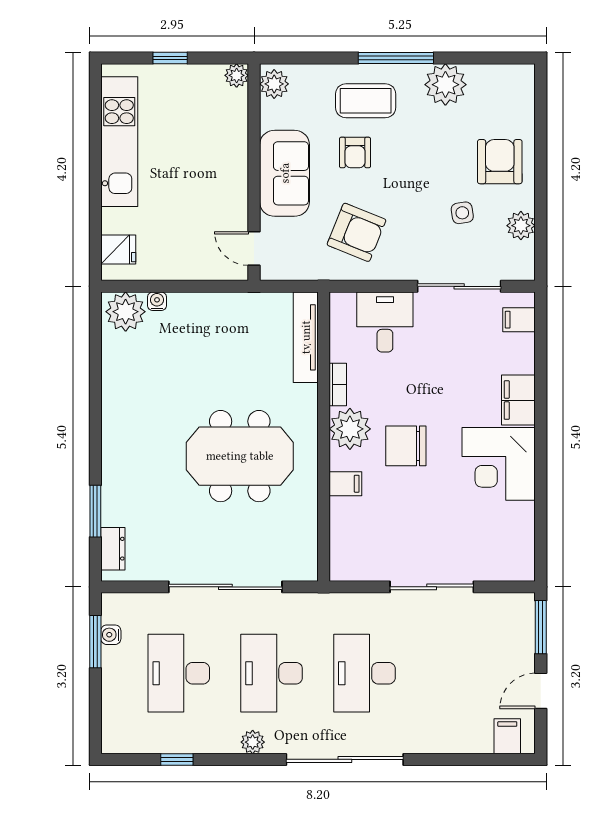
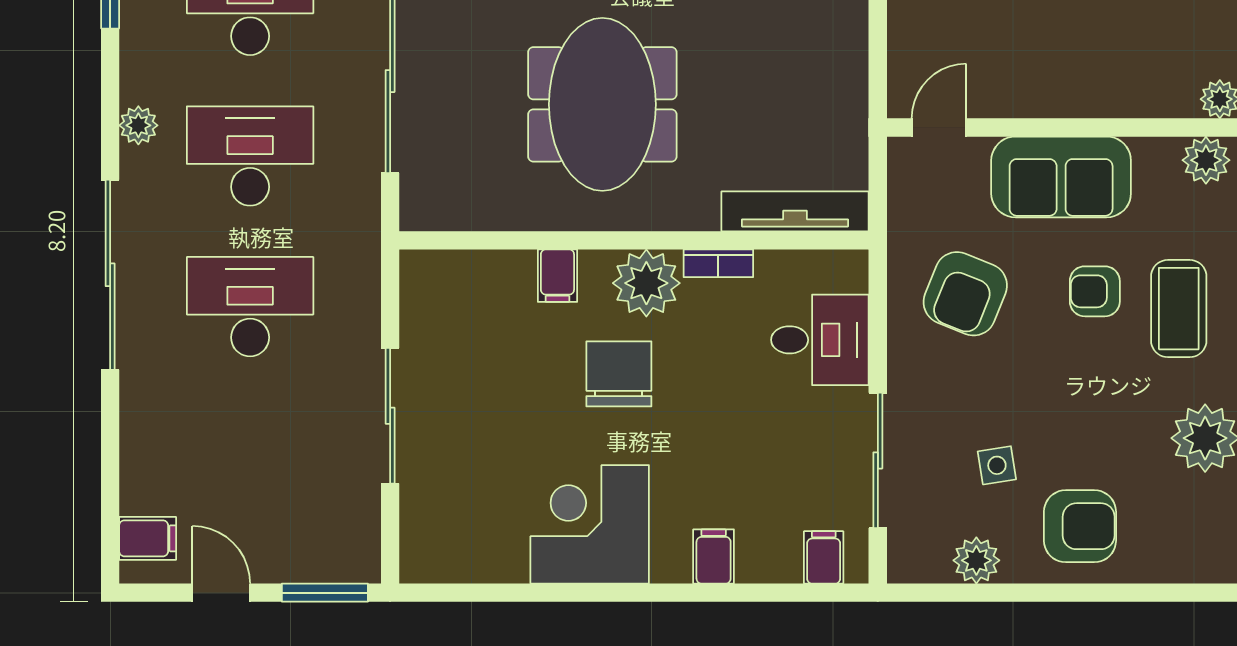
filing cabinet: (518, 400) -> (714, 556), width x0.50

